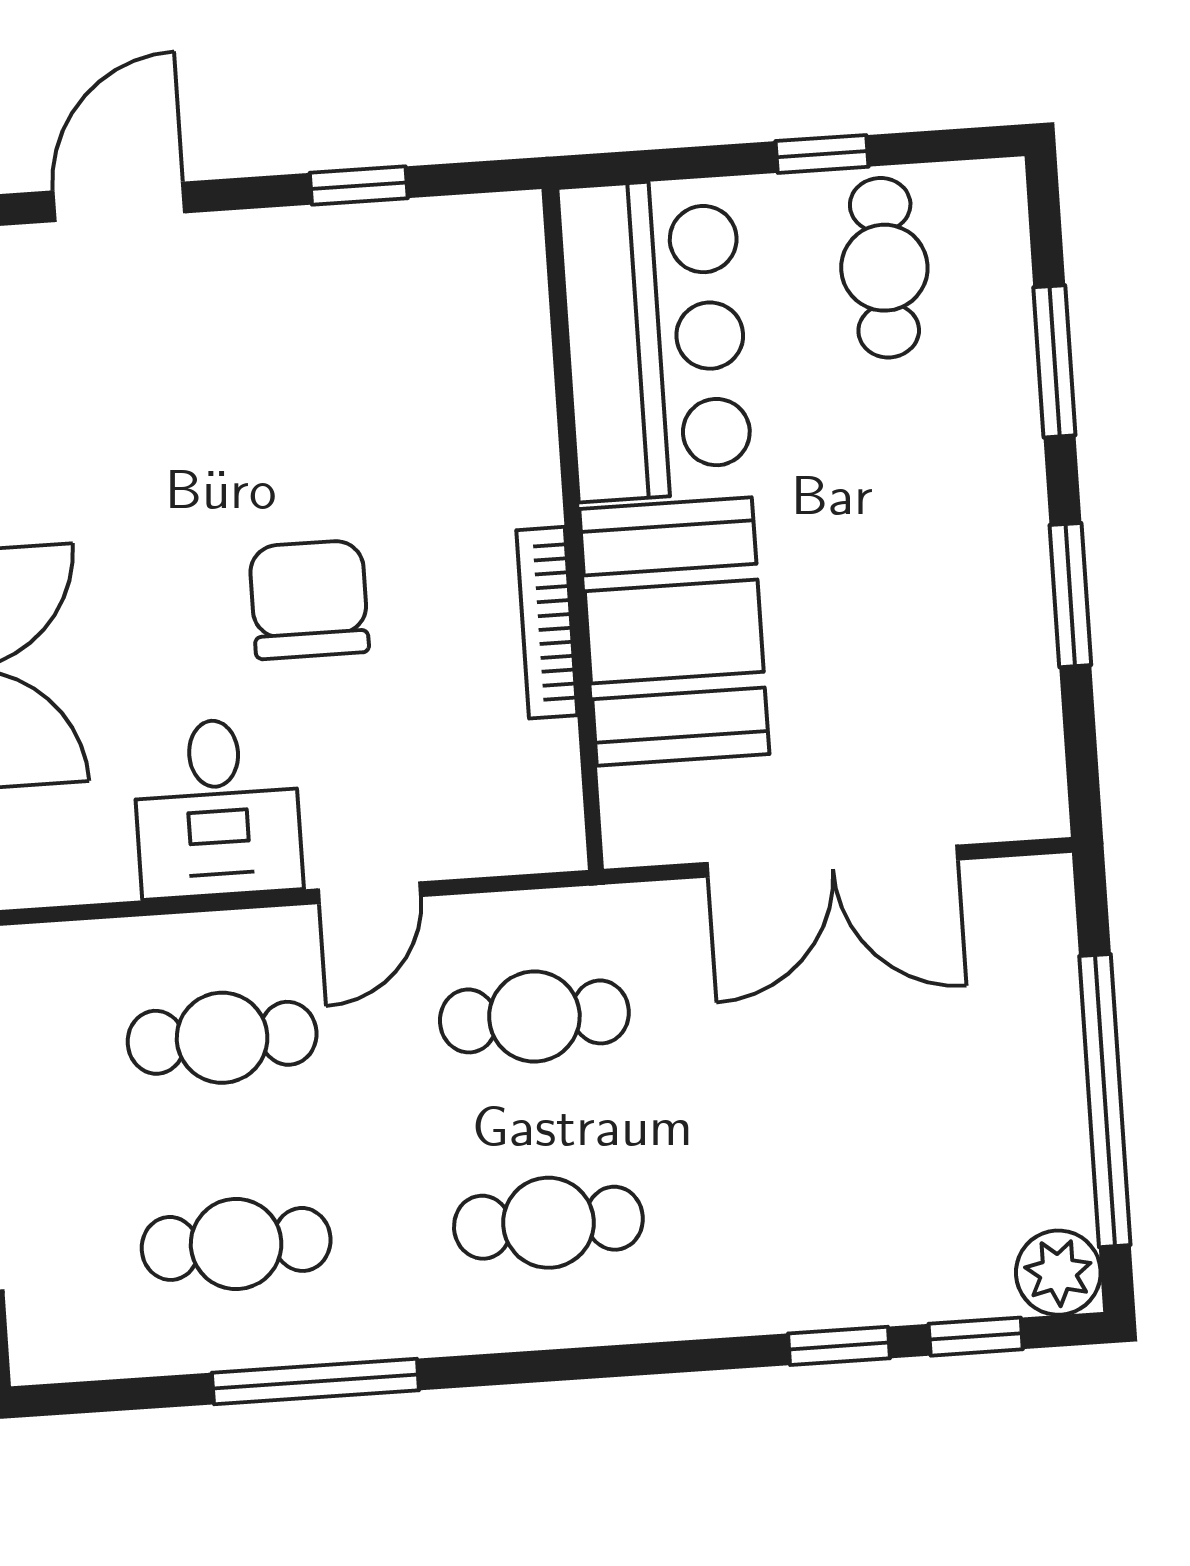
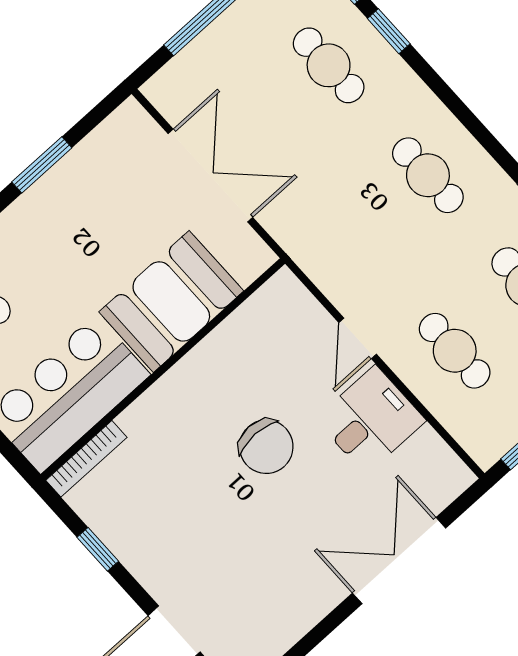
chair: (309, 599) -> (266, 447), turned -90
bookcase: (547, 623) -> (86, 459), moved
door: (369, 893) -> (358, 338), swing flipped
cafe table: (534, 1016) -> (329, 65), moved

